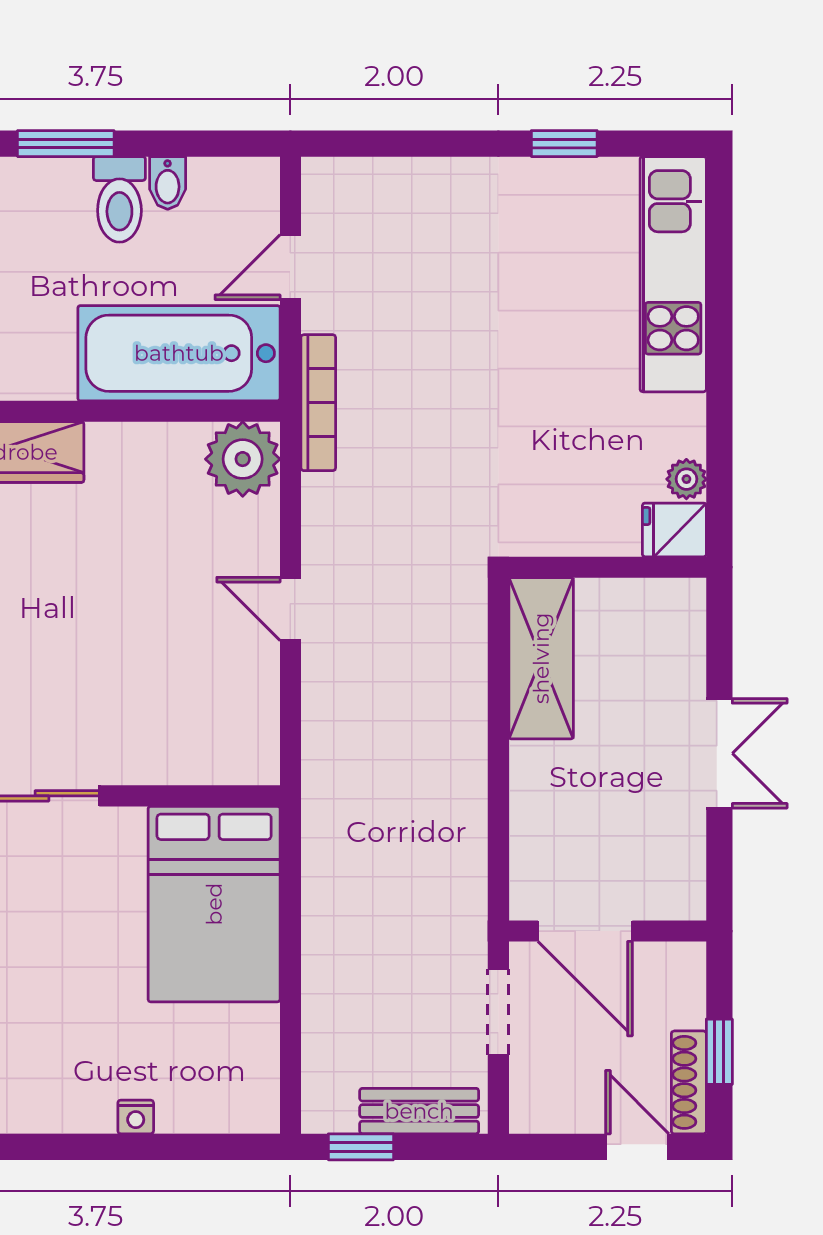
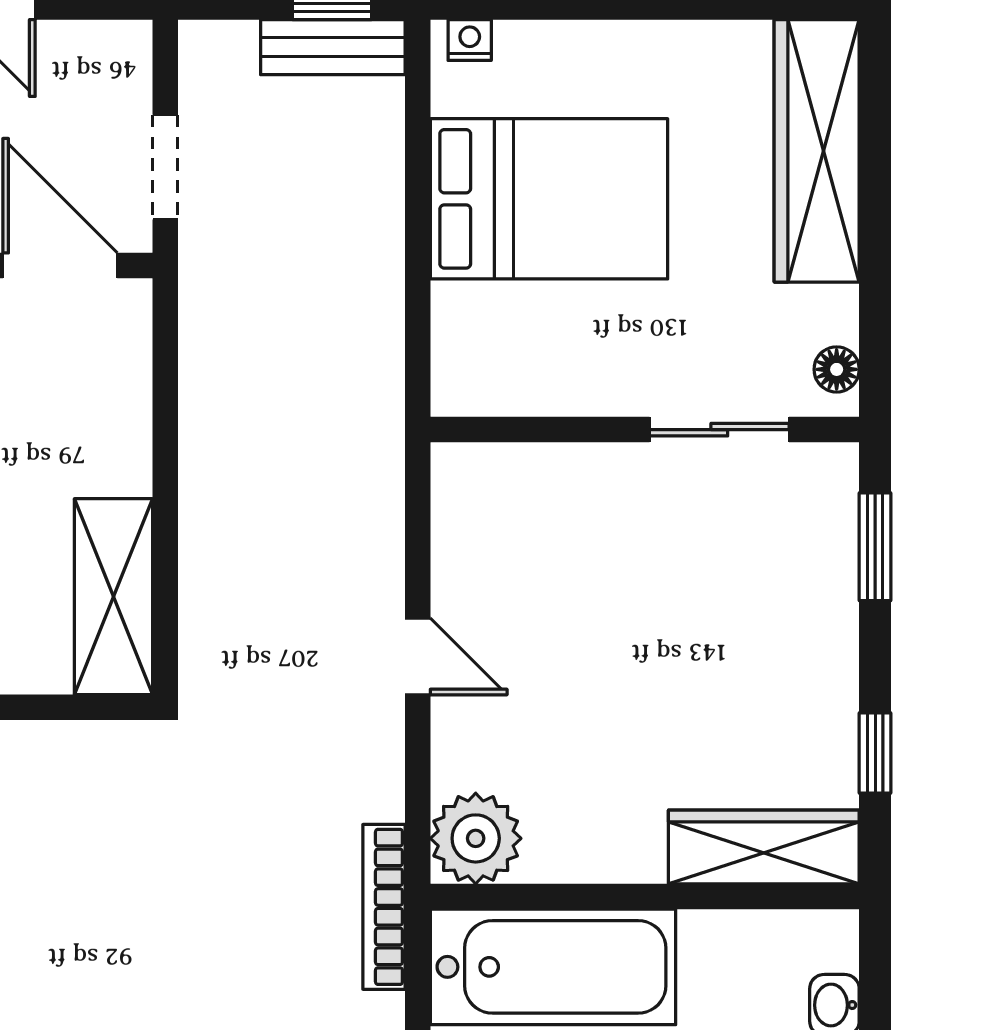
bed: (214, 904) -> (549, 199), moved, turned 90
bench: (419, 1111) -> (333, 47), moved
nightstand: (136, 1117) -> (470, 40), moved

